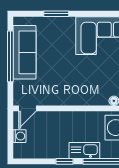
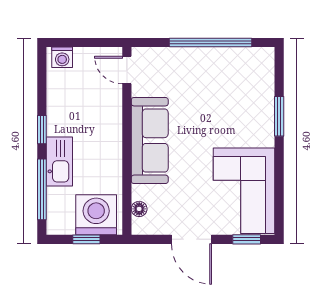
sofa: (25, 52) -> (150, 141), moved, turned -90
washing machine: (20, 136) -> (62, 57), moved

